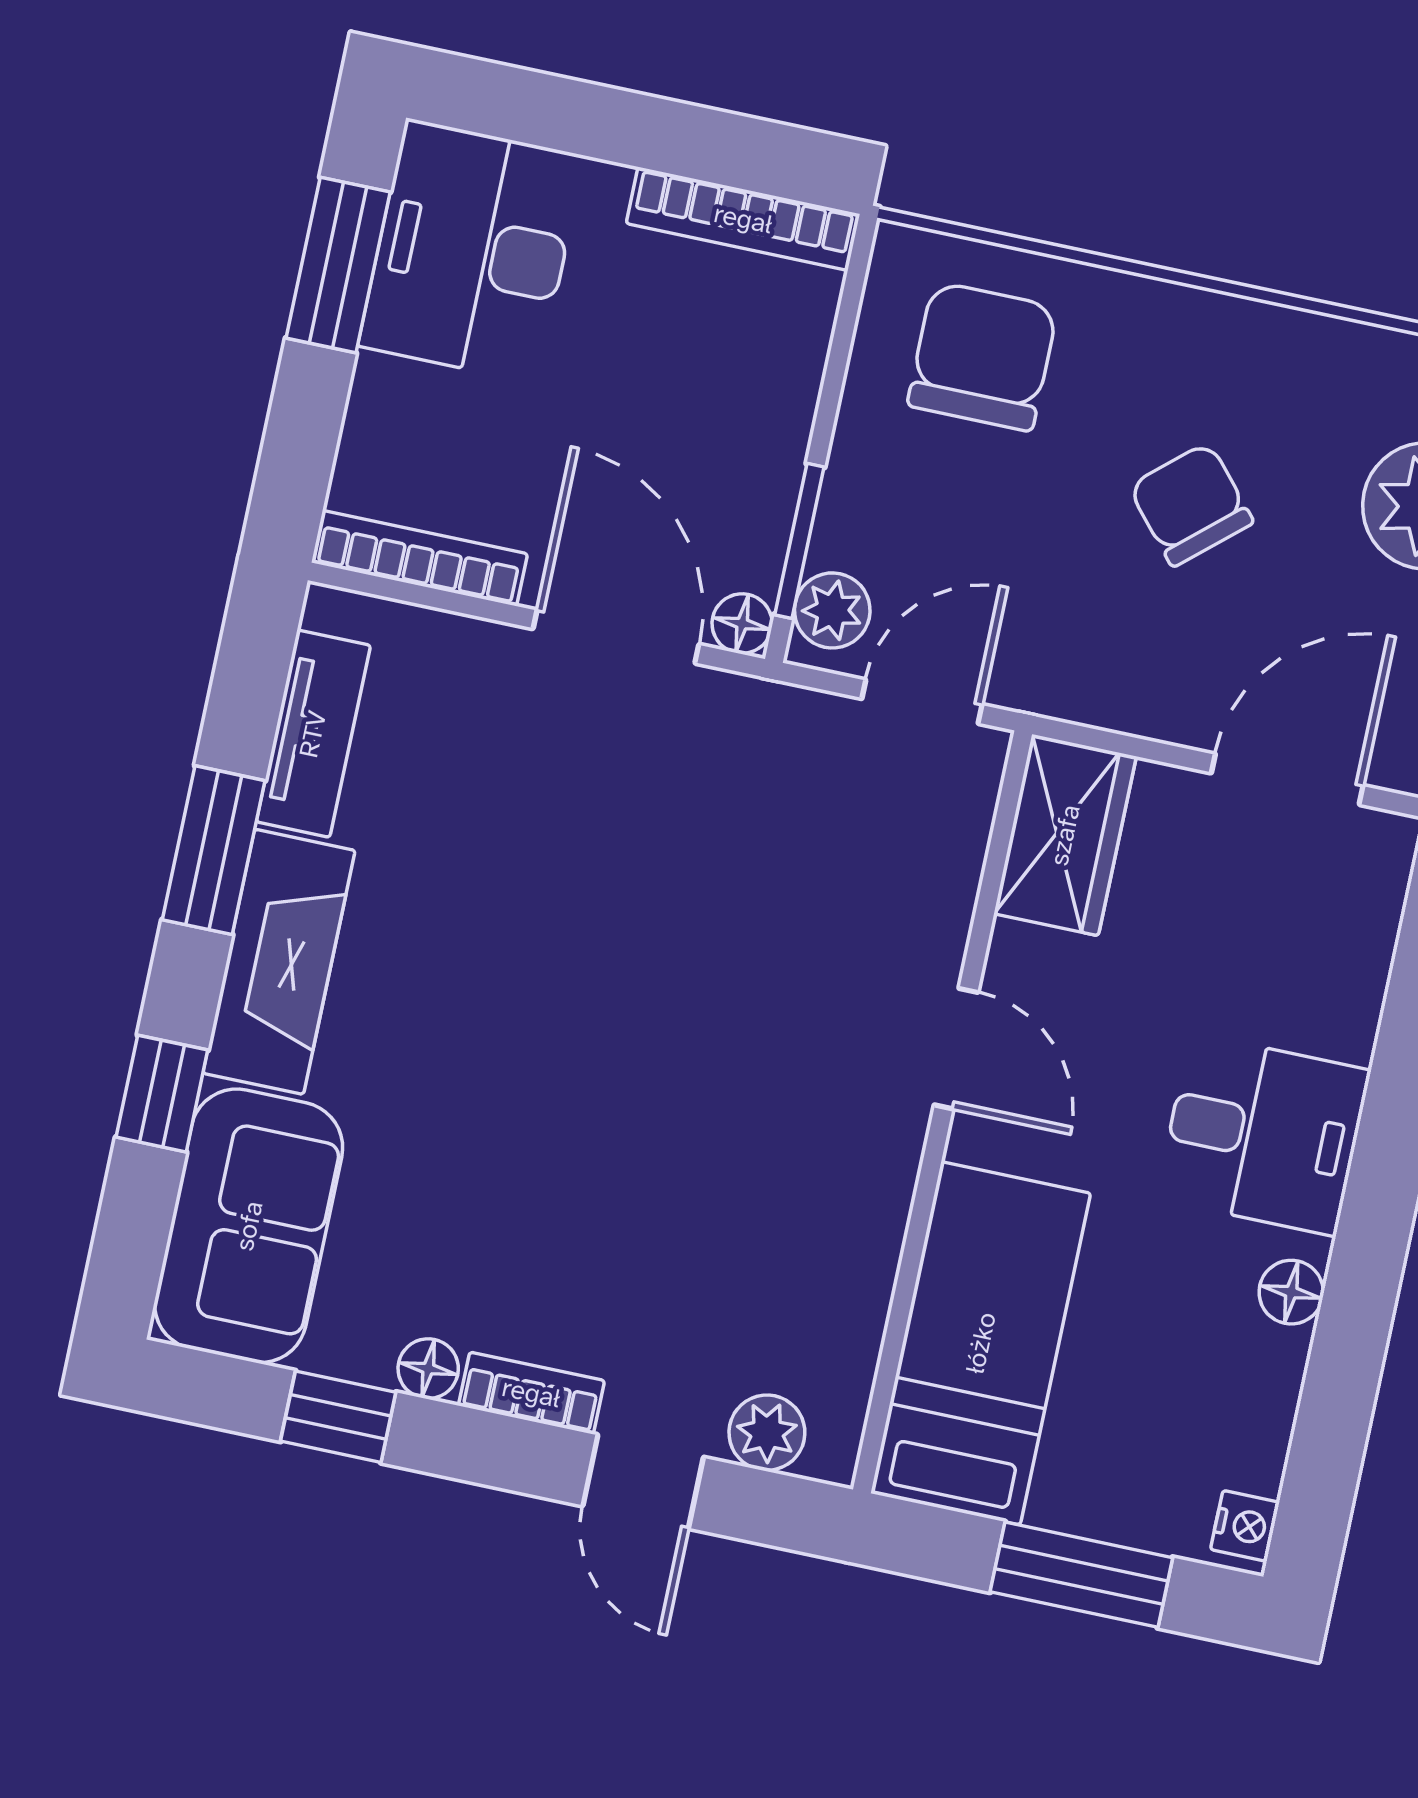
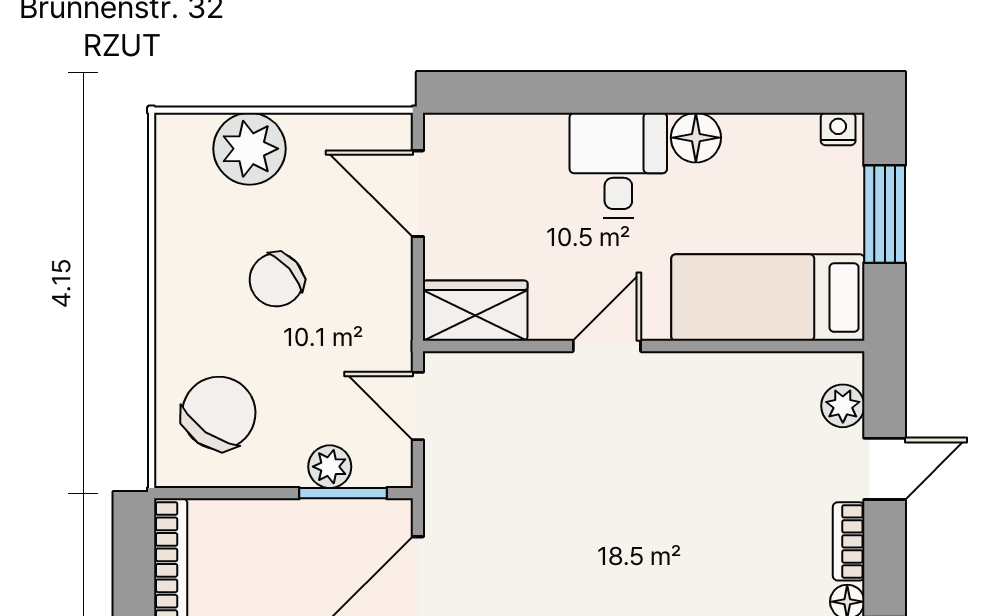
chair: (983, 356) -> (219, 413), turned 125
plant: (832, 610) -> (330, 467), moved
floor lamp: (742, 624) -> (396, 515), removed
floor lamp: (1291, 1292) -> (696, 138), width x1.37, depth x1.37

